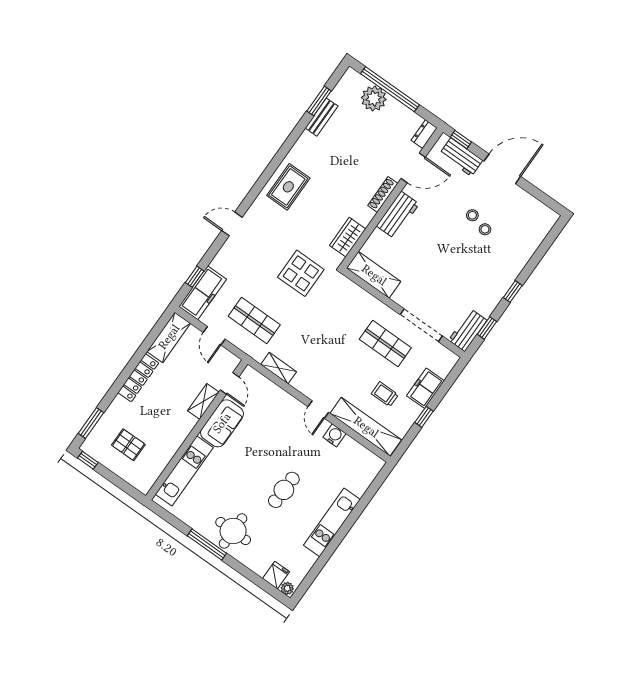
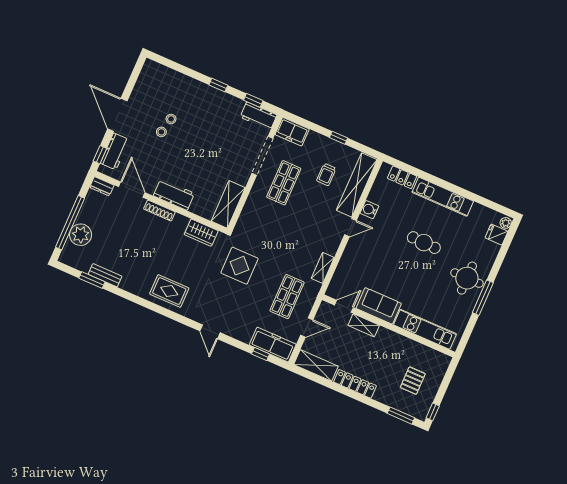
freezer: (425, 388) -> (292, 132), moved
locker: (364, 480) -> (402, 177), added

